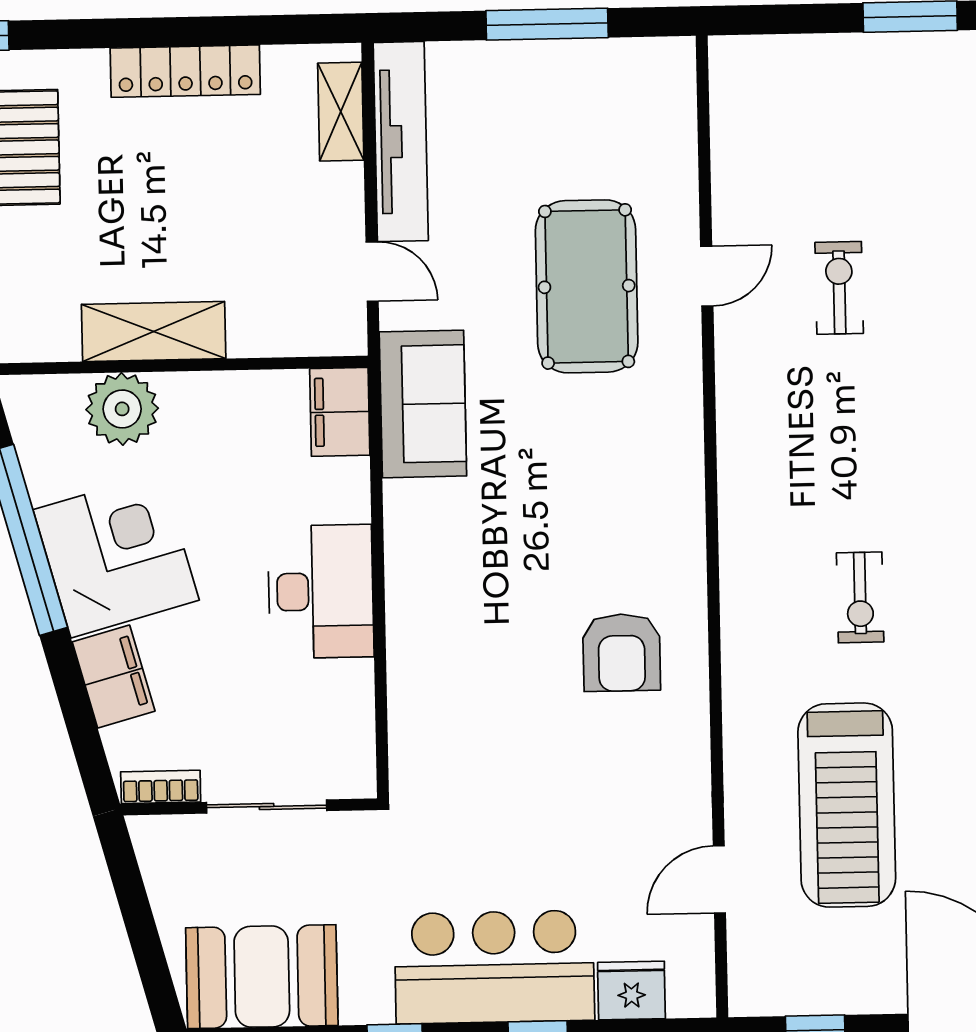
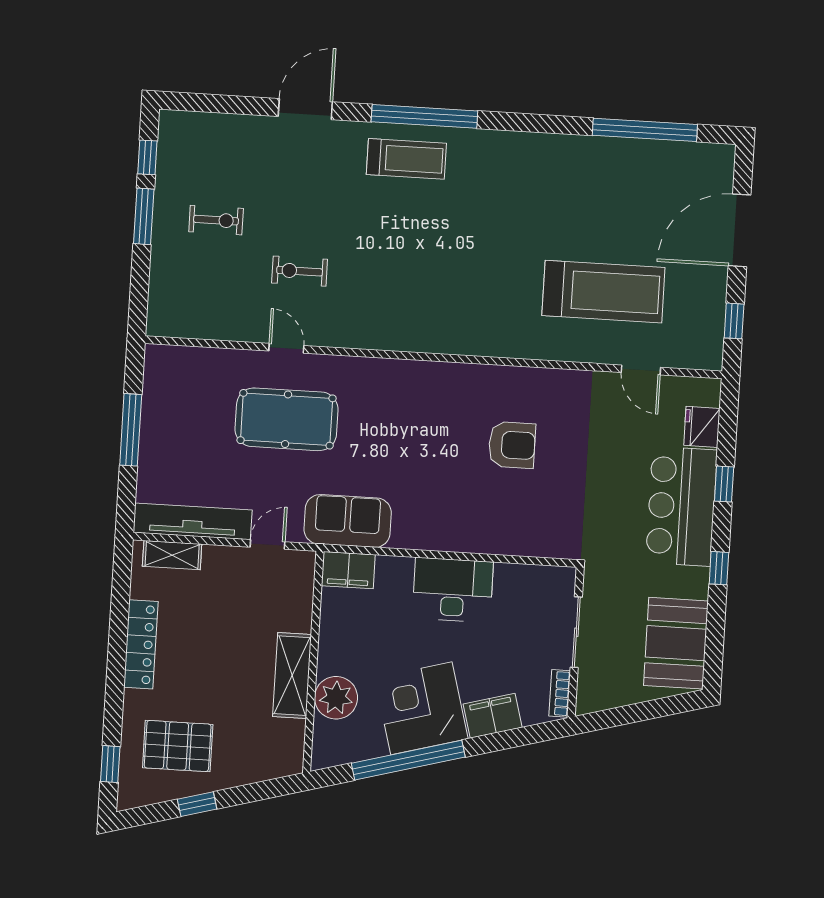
exercise bike: (860, 597) -> (216, 220), moved
armchair: (622, 653) -> (512, 445), moved

